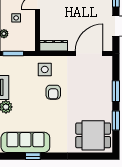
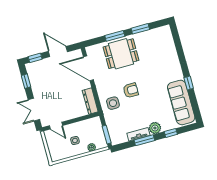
dining table: (93, 135) -> (121, 54), moved, turned 90
window: (33, 156) -> (189, 83), moved

